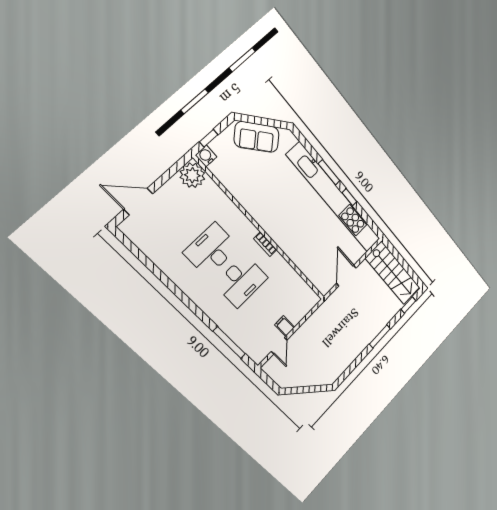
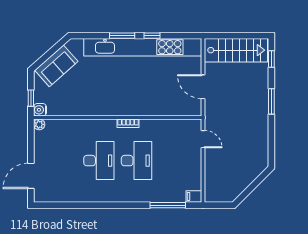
plant: (192, 175) -> (39, 124), width x0.53, depth x0.53
desk: (211, 250) -> (99, 161), turned 180
filing cabinet: (285, 326) -> (194, 196), moved
door: (279, 346) -> (203, 139), moved

